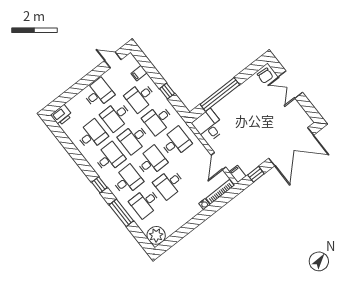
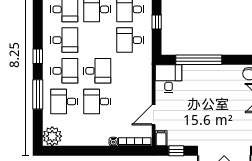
desk: (134, 139) -> (97, 40), removed
desk: (176, 142) -> (130, 71), removed

